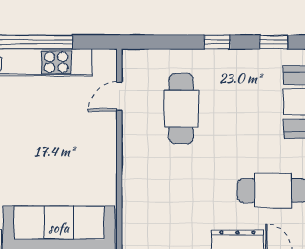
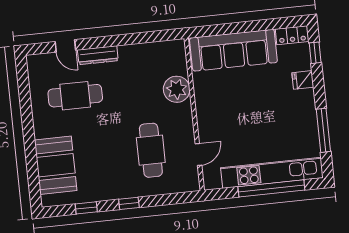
plant: (139, 185) -> (177, 89), added

